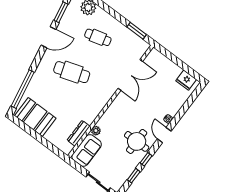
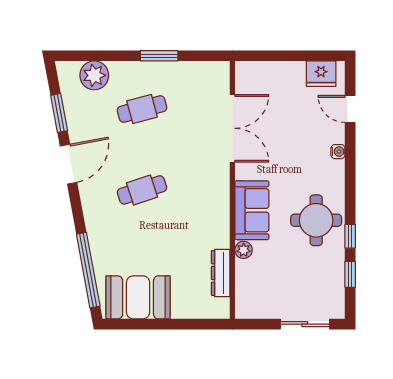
window: (137, 31) -> (159, 56), moved
cafe table: (72, 72) -> (142, 190), width x0.73, depth x0.74
door: (164, 135) -> (350, 109), moved
sofa: (87, 150) -> (252, 210), moved

